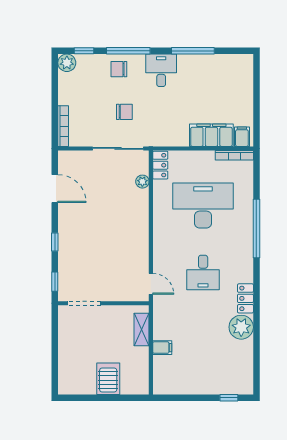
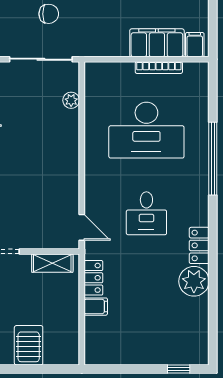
bookcase: (234, 155) -> (159, 68), moved
locker: (160, 165) -> (93, 278), moved
desk: (203, 206) -> (146, 130), turned 180
shelving: (142, 330) -> (52, 263), moved, turned 90

